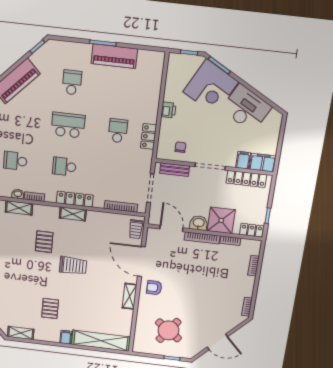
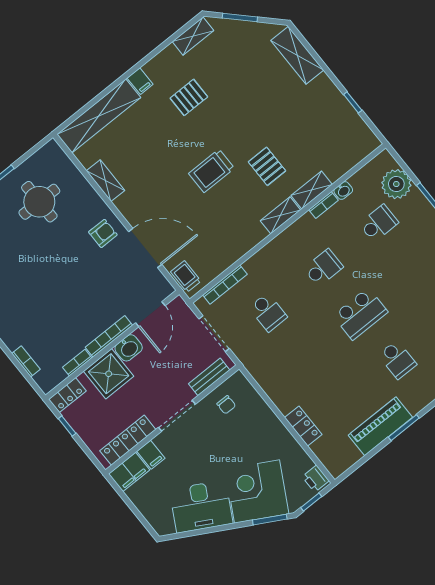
printer: (168, 110) -> (316, 479), moved
school desk: (118, 131) -> (268, 312), moved
locker: (148, 136) -> (303, 426), moved
locker: (75, 199) -> (280, 244), removed
shelving: (19, 208) -> (312, 190), moved
shelving: (73, 214) -> (280, 215), moved
door: (171, 228) -> (150, 314), hinge flipped
shelving: (129, 296) -> (105, 181), moved
pallet: (50, 308) -> (189, 97), turned 90
round table: (168, 330) -> (39, 202), turned -36

